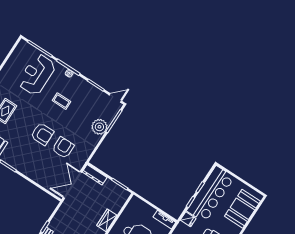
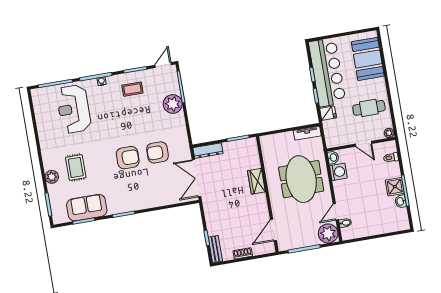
coffee table: (62, 101) -> (132, 89), moved
armchair: (63, 148) -> (158, 152), turned -90

